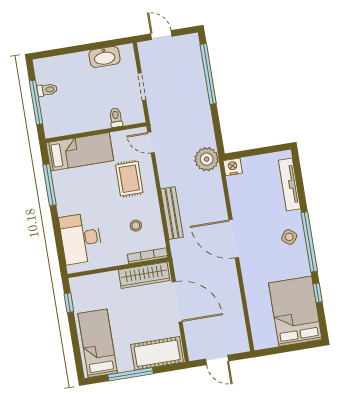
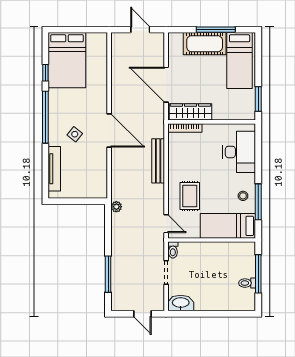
washbasin: (104, 57) -> (181, 303), moved
window: (208, 74) -> (108, 274), width x0.68
toilet: (116, 118) -> (173, 250), moved
plant: (207, 159) -> (116, 207), width x0.53, depth x0.53
nightstand: (233, 167) -> (100, 192), removed
stool: (136, 226) -> (243, 196), moved
side table: (289, 237) -> (75, 134), moved
window: (69, 303) -> (258, 99), width x1.50
cot: (157, 353) -> (205, 44), moved

